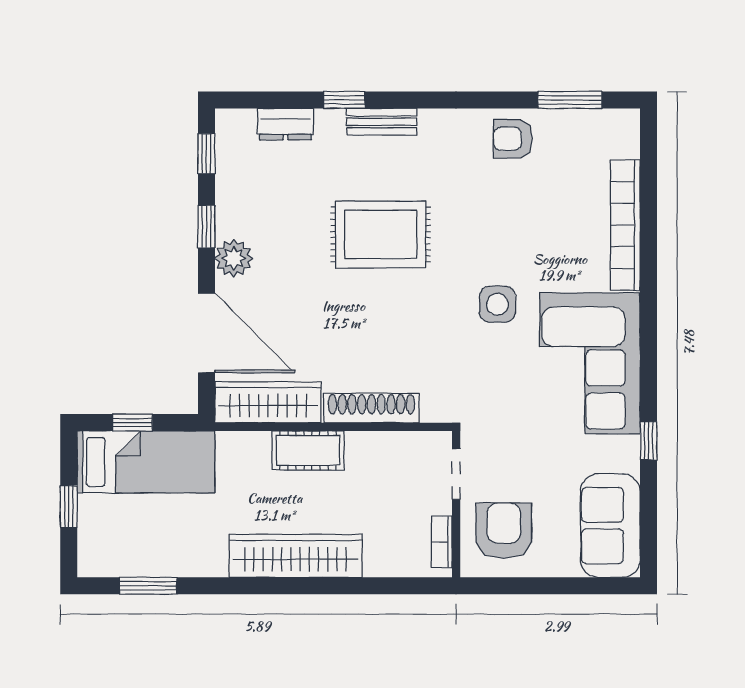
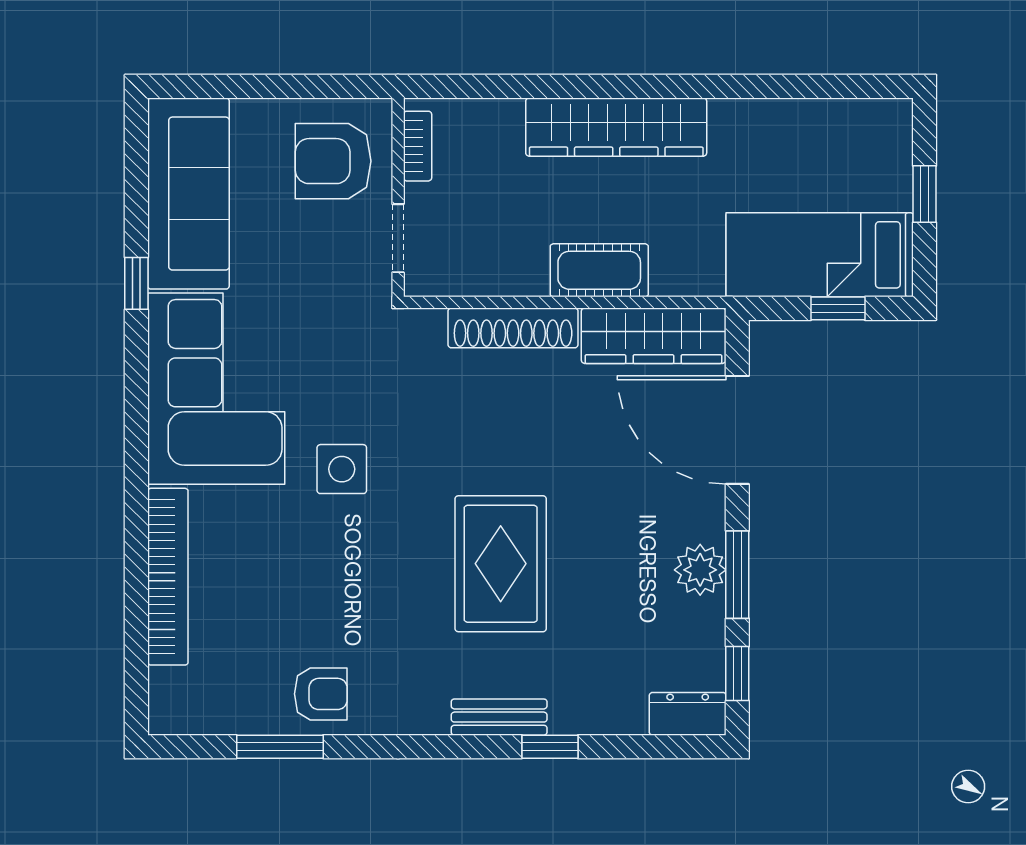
window: (570, 100) -> (280, 747), moved
dresser: (285, 124) -> (688, 714), moved
window: (206, 227) -> (737, 575), width x1.50
rug: (381, 235) -> (501, 564), turned 90
plant: (234, 258) -> (700, 570), moved
sofa: (610, 526) -> (188, 194), width x1.36
armchair: (504, 531) -> (333, 161), turned 90
window: (148, 586) -> (816, 86), removed

